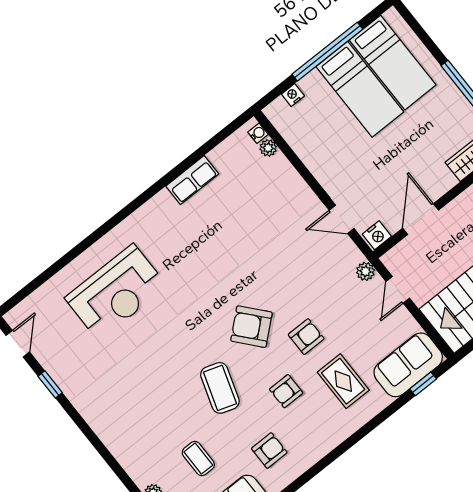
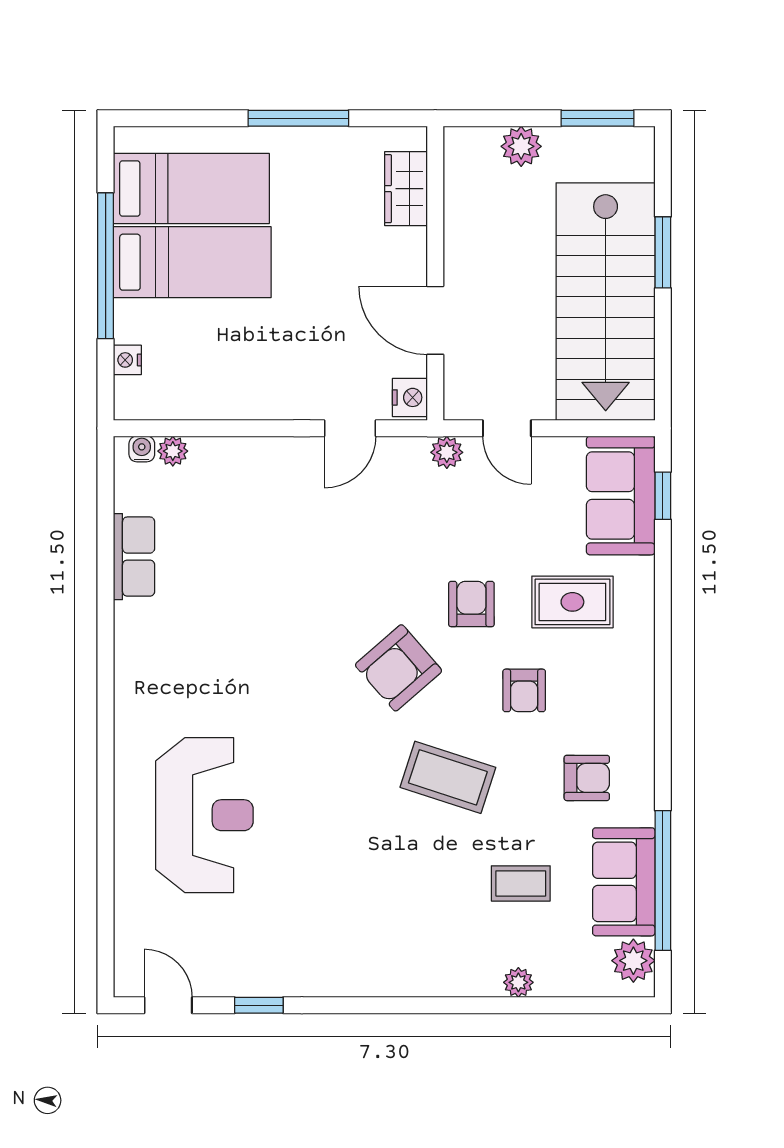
row of seats: (192, 180) -> (134, 557), moved
armchair: (269, 450) -> (587, 778), turned 90

